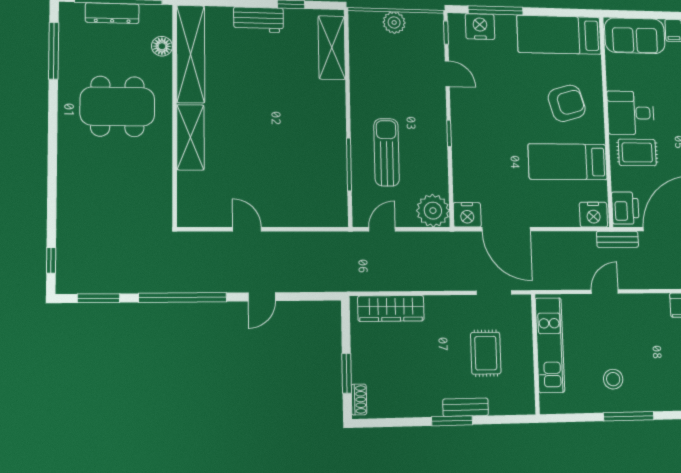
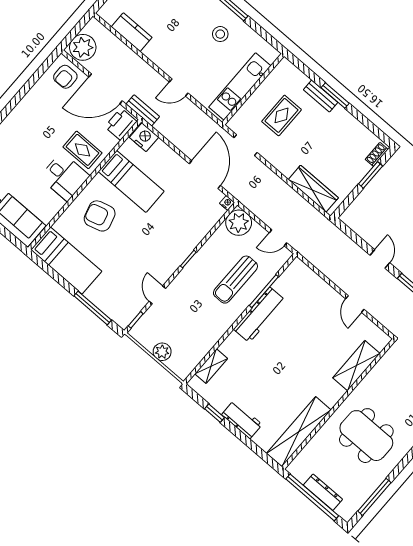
nightstand: (480, 27) -> (111, 306), removed
floor lamp: (162, 46) -> (311, 450), removed
shelving: (332, 48) -> (211, 366), width x0.67, depth x0.75
shelving: (190, 137) -> (356, 366), moved
workbench: (333, 137) -> (259, 315), added
nightstand: (467, 215) -> (227, 203), width x0.53, depth x0.56
door: (262, 297) -> (380, 259), hinge flipped

